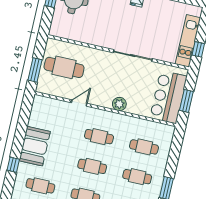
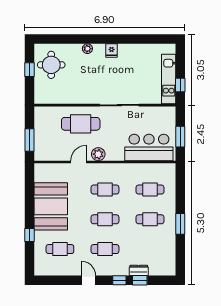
cafe table: (64, 67) -> (81, 124), moved
bar counter: (168, 97) -> (149, 147), moved, turned 90
plant: (119, 104) -> (98, 154), moved
booth: (35, 146) -> (51, 206), width x1.36, depth x1.42

